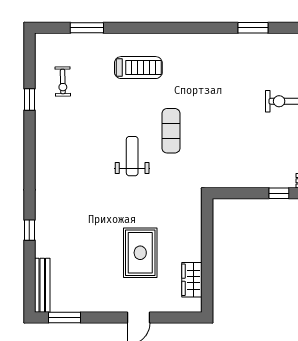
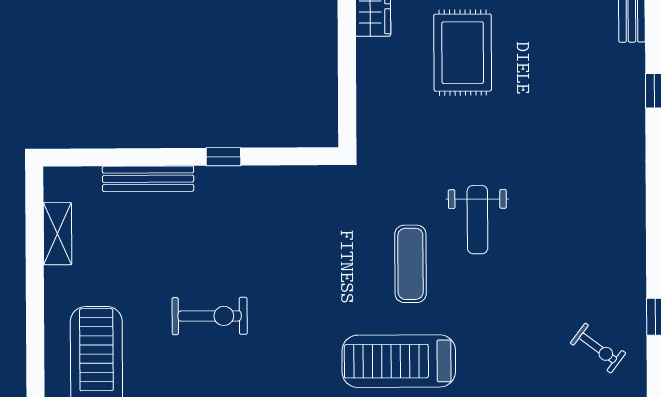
treadmill: (138, 68) -> (399, 361), moved, width x1.37, depth x1.38
exercise bike: (63, 81) -> (598, 348), turned 128

